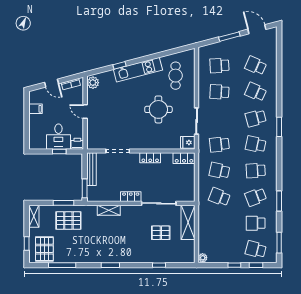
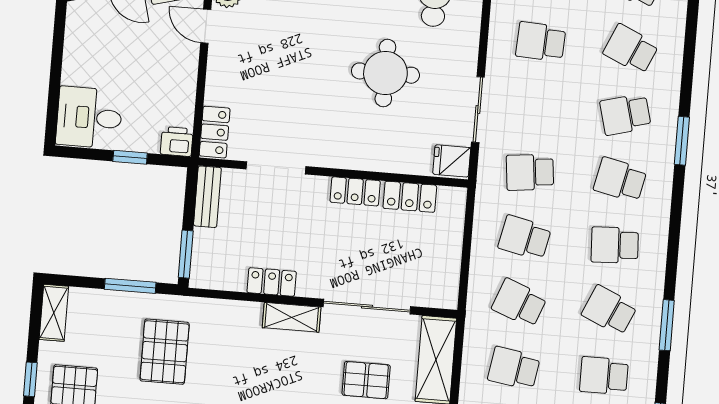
filing cabinet: (35, 109) -> (80, 46), removed
door: (85, 112) -> (206, 26), moved
desk: (58, 137) -> (89, 117), moved, turned 90
locker: (92, 139) -> (215, 132), added
locker: (184, 158) -> (410, 197), moved
bench: (91, 169) -> (207, 197), width x0.73
locker: (131, 197) -> (272, 282), moved
school desk: (256, 197) -> (609, 310), turned 45
shelving: (109, 210) -> (292, 317), moved
pallet: (68, 221) -> (165, 352), moved, turned 90
school desk: (219, 223) -> (514, 368), added

